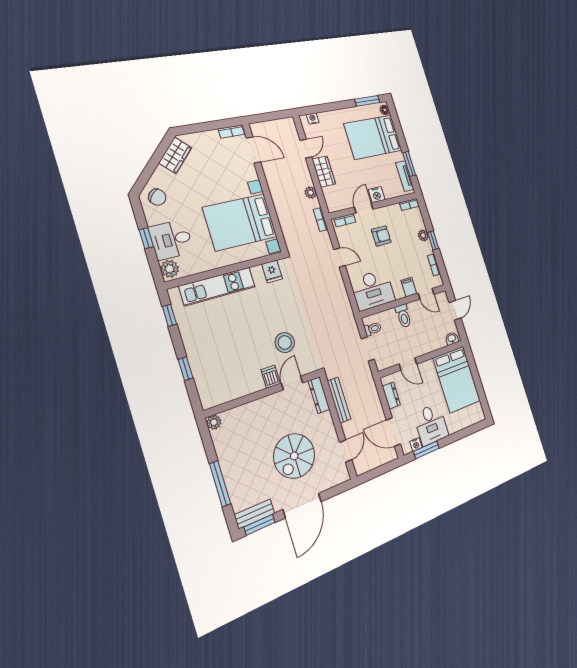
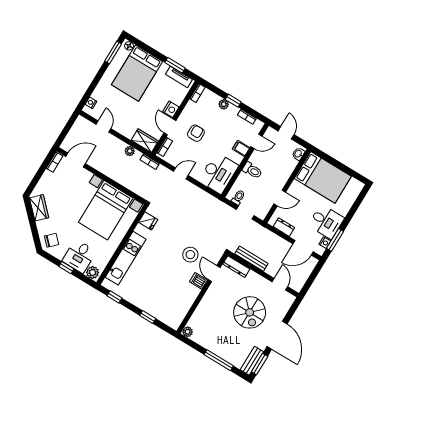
wardrobe: (324, 172) -> (145, 141), moved

